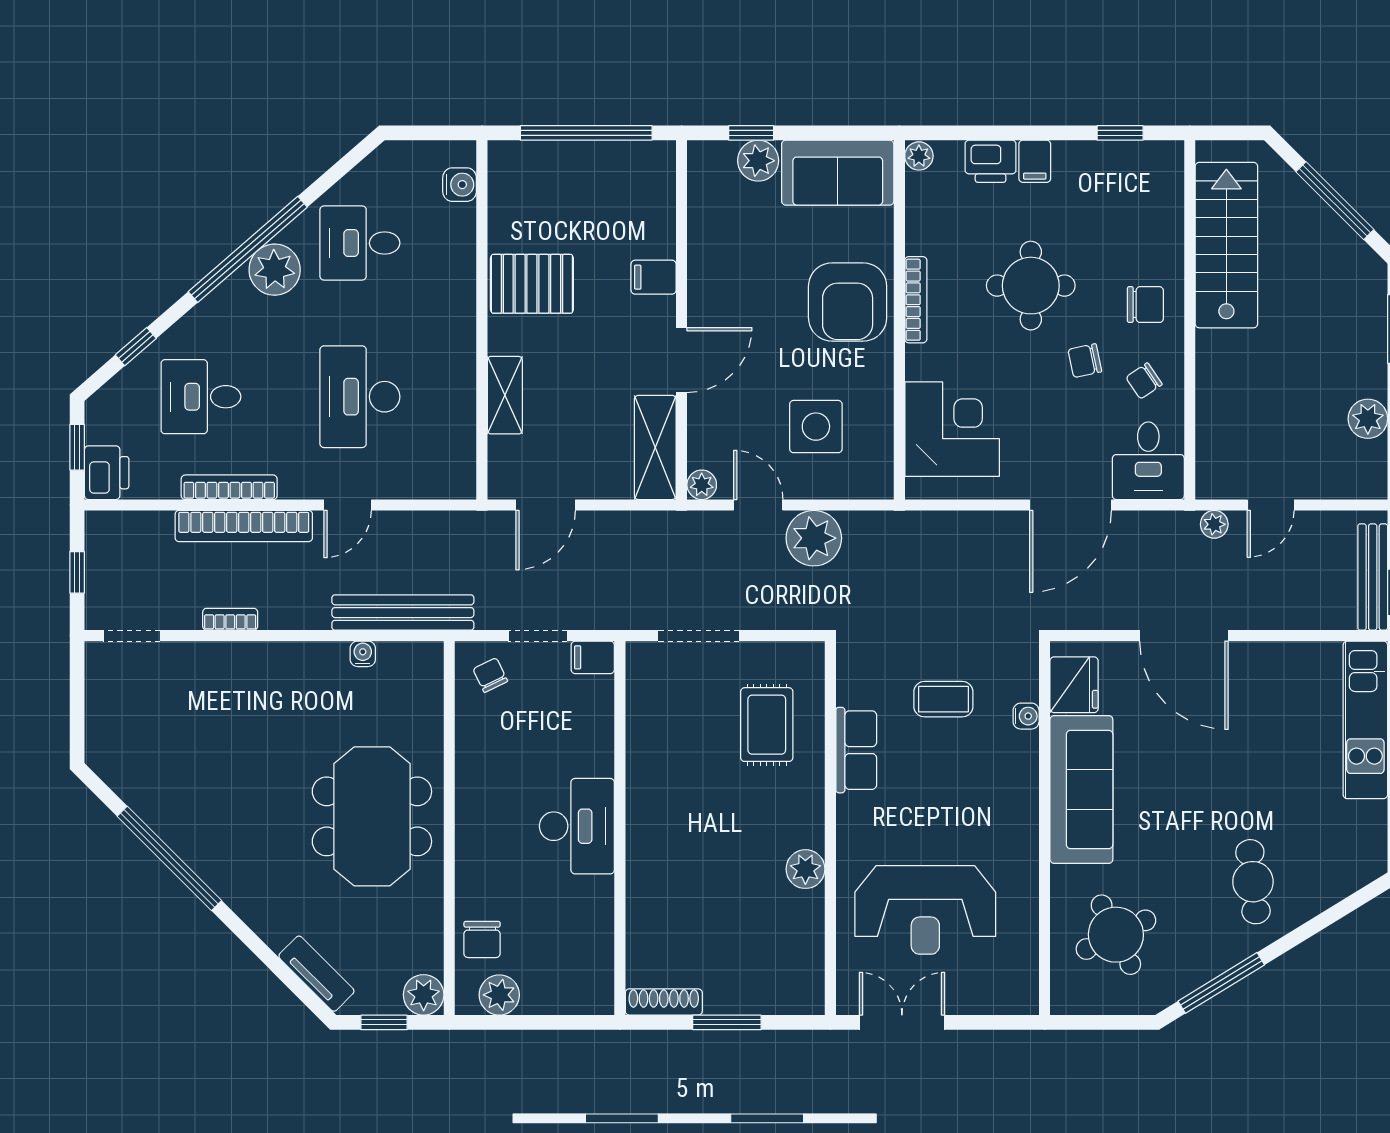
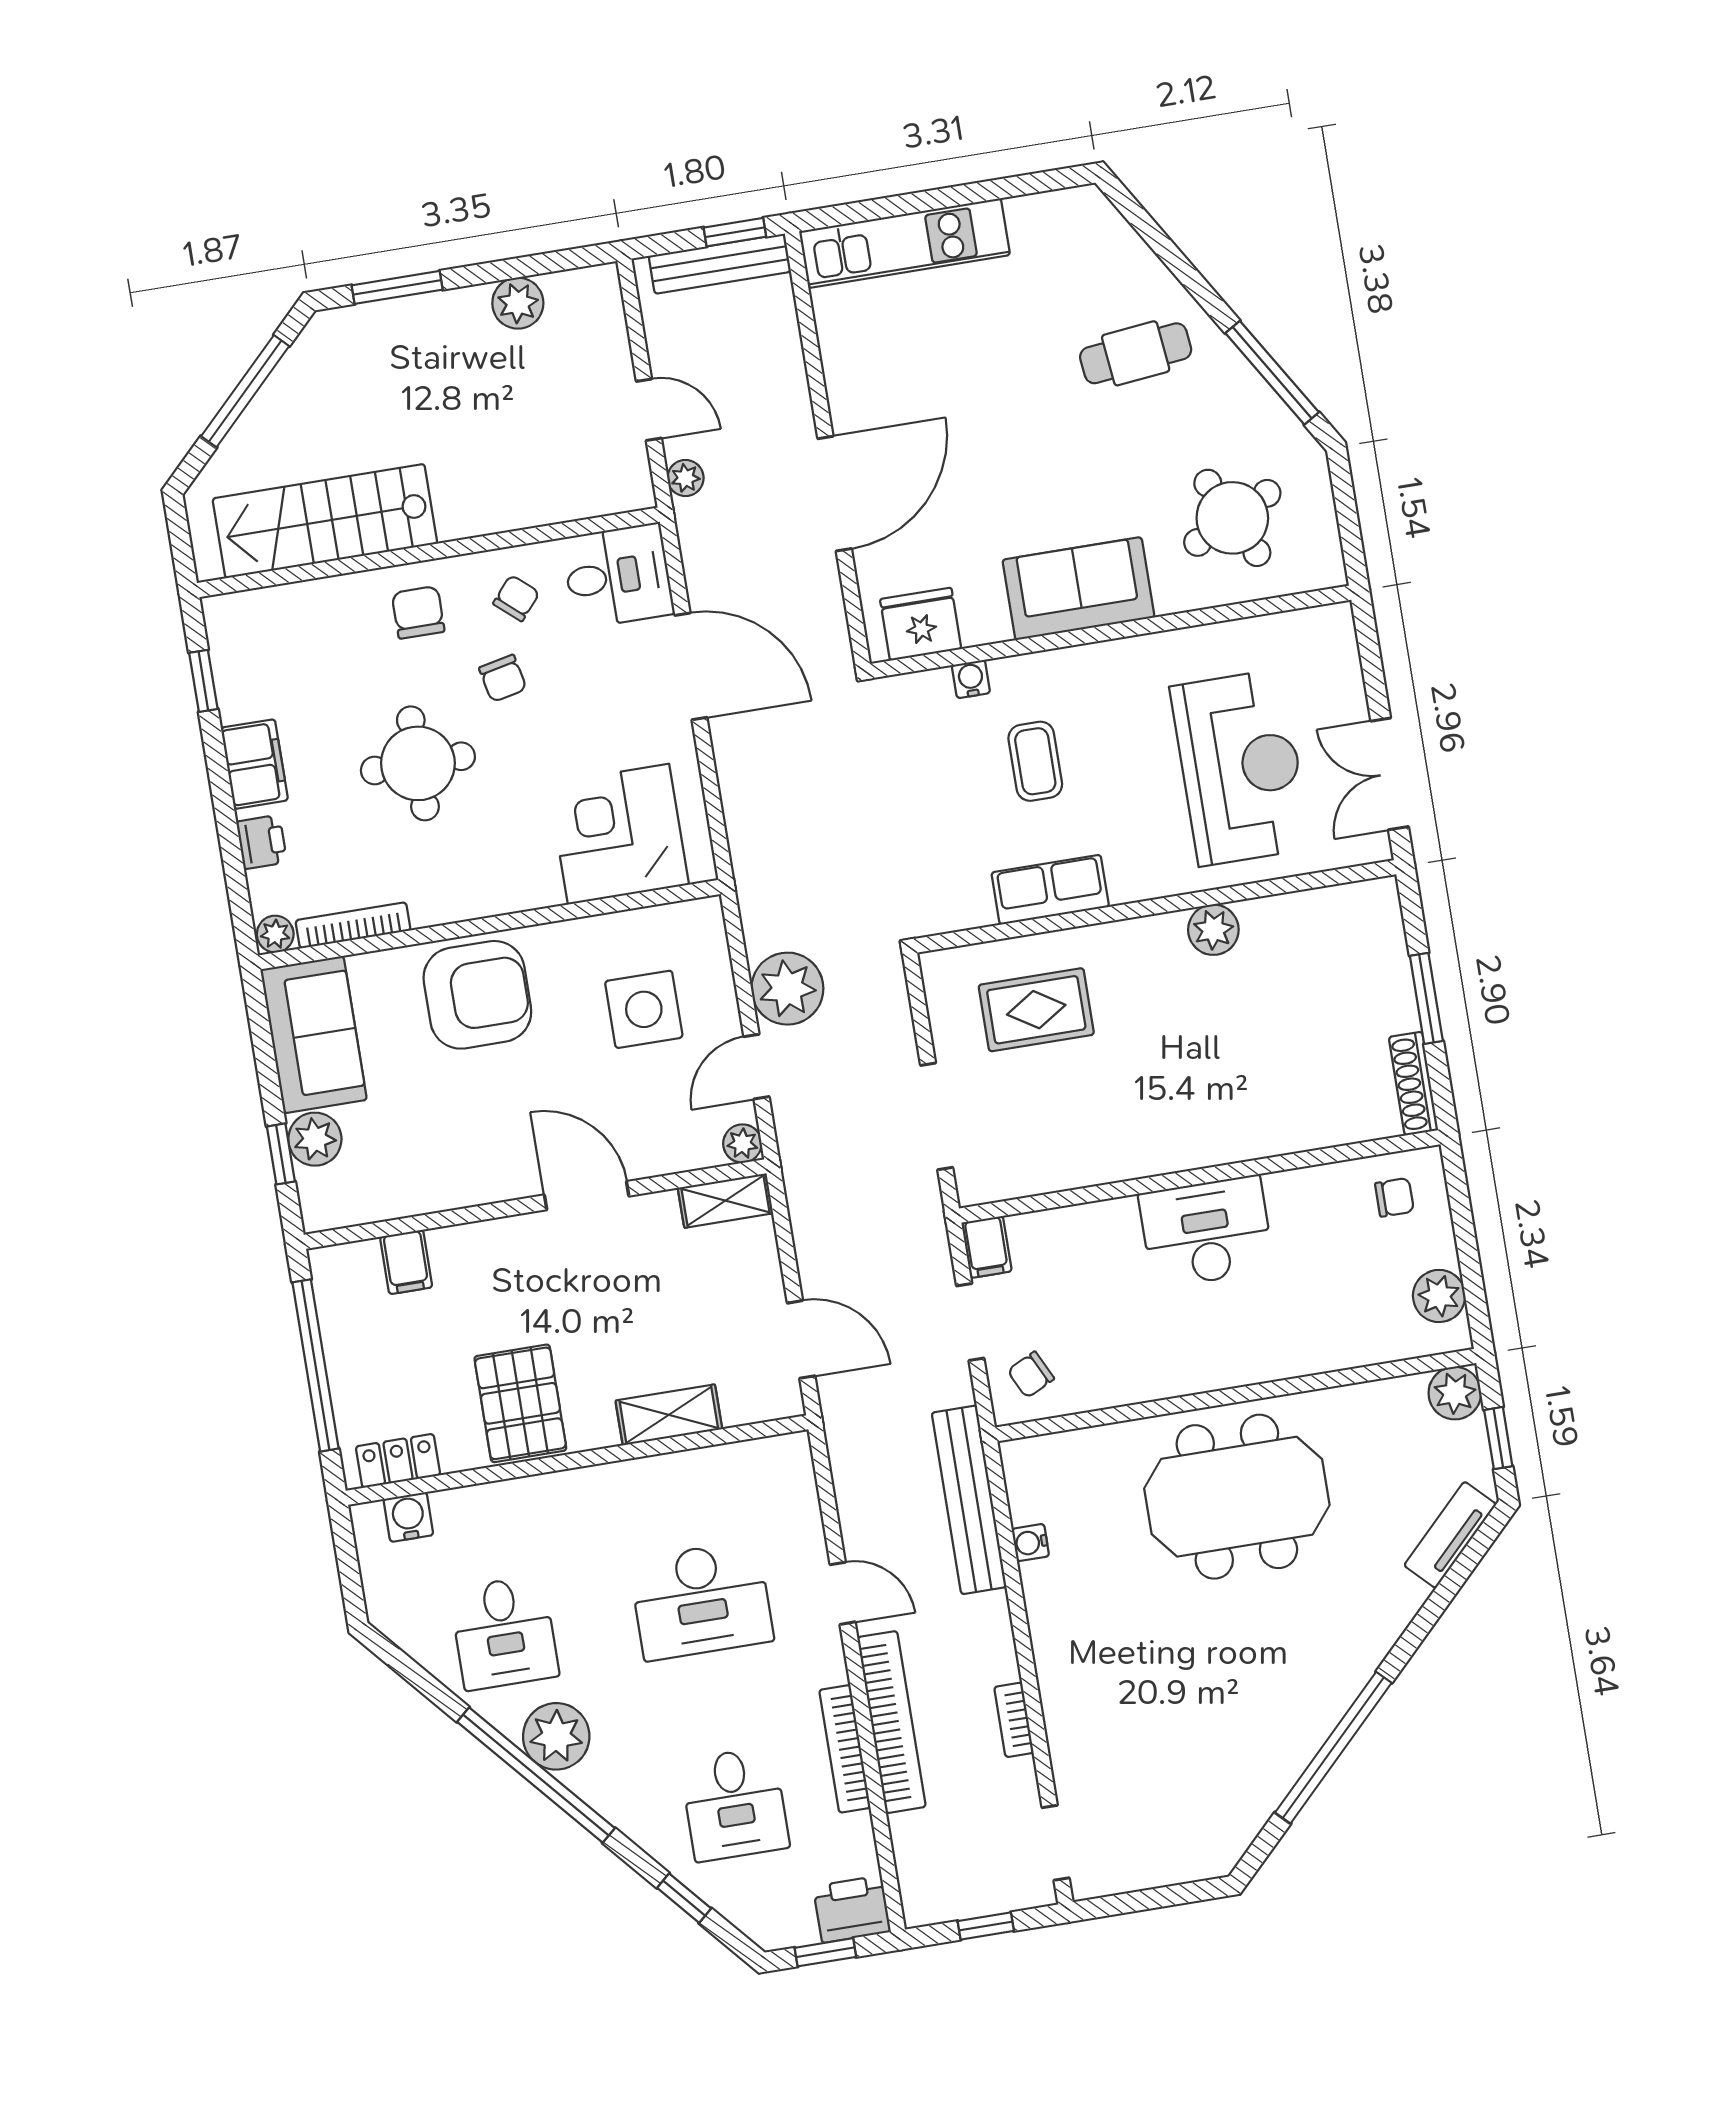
printer: (991, 161) -> (262, 842), width x0.73, depth x0.81
filing cabinet: (1035, 161) -> (254, 764), width x2.00
locker: (504, 184) -> (398, 1461), added
filing cabinet: (654, 277) -> (406, 1262), moved
bookcase: (916, 300) -> (353, 925), moved
chair: (1144, 381) -> (516, 598), turned -105
shelving: (655, 447) -> (725, 1201), width x0.67, depth x0.75
coffee table: (943, 699) -> (1035, 761), moved
sofa: (1081, 789) -> (1078, 589), width x0.73
chair: (482, 939) -> (1394, 1197), moved, width x0.73, depth x0.73

